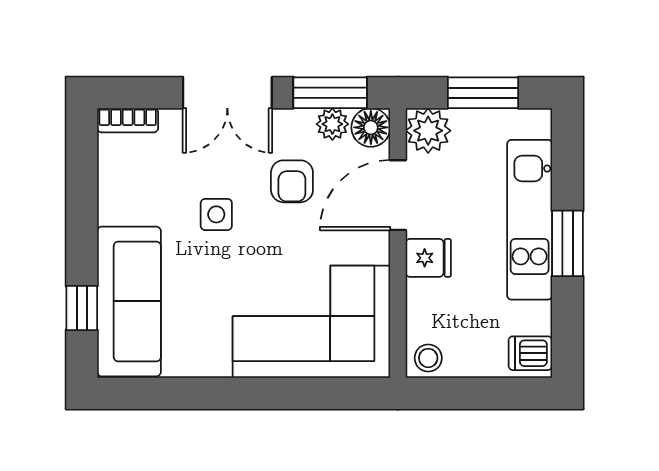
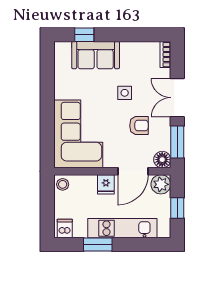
window: (483, 93) -> (177, 208), width x0.67
plant: (332, 124) -> (164, 143), removed
armchair: (292, 181) -> (139, 126), turned 180
door: (398, 195) -> (133, 171), swing flipped
window: (568, 243) -> (98, 245), moved
sofa: (129, 301) -> (96, 55), width x0.73

